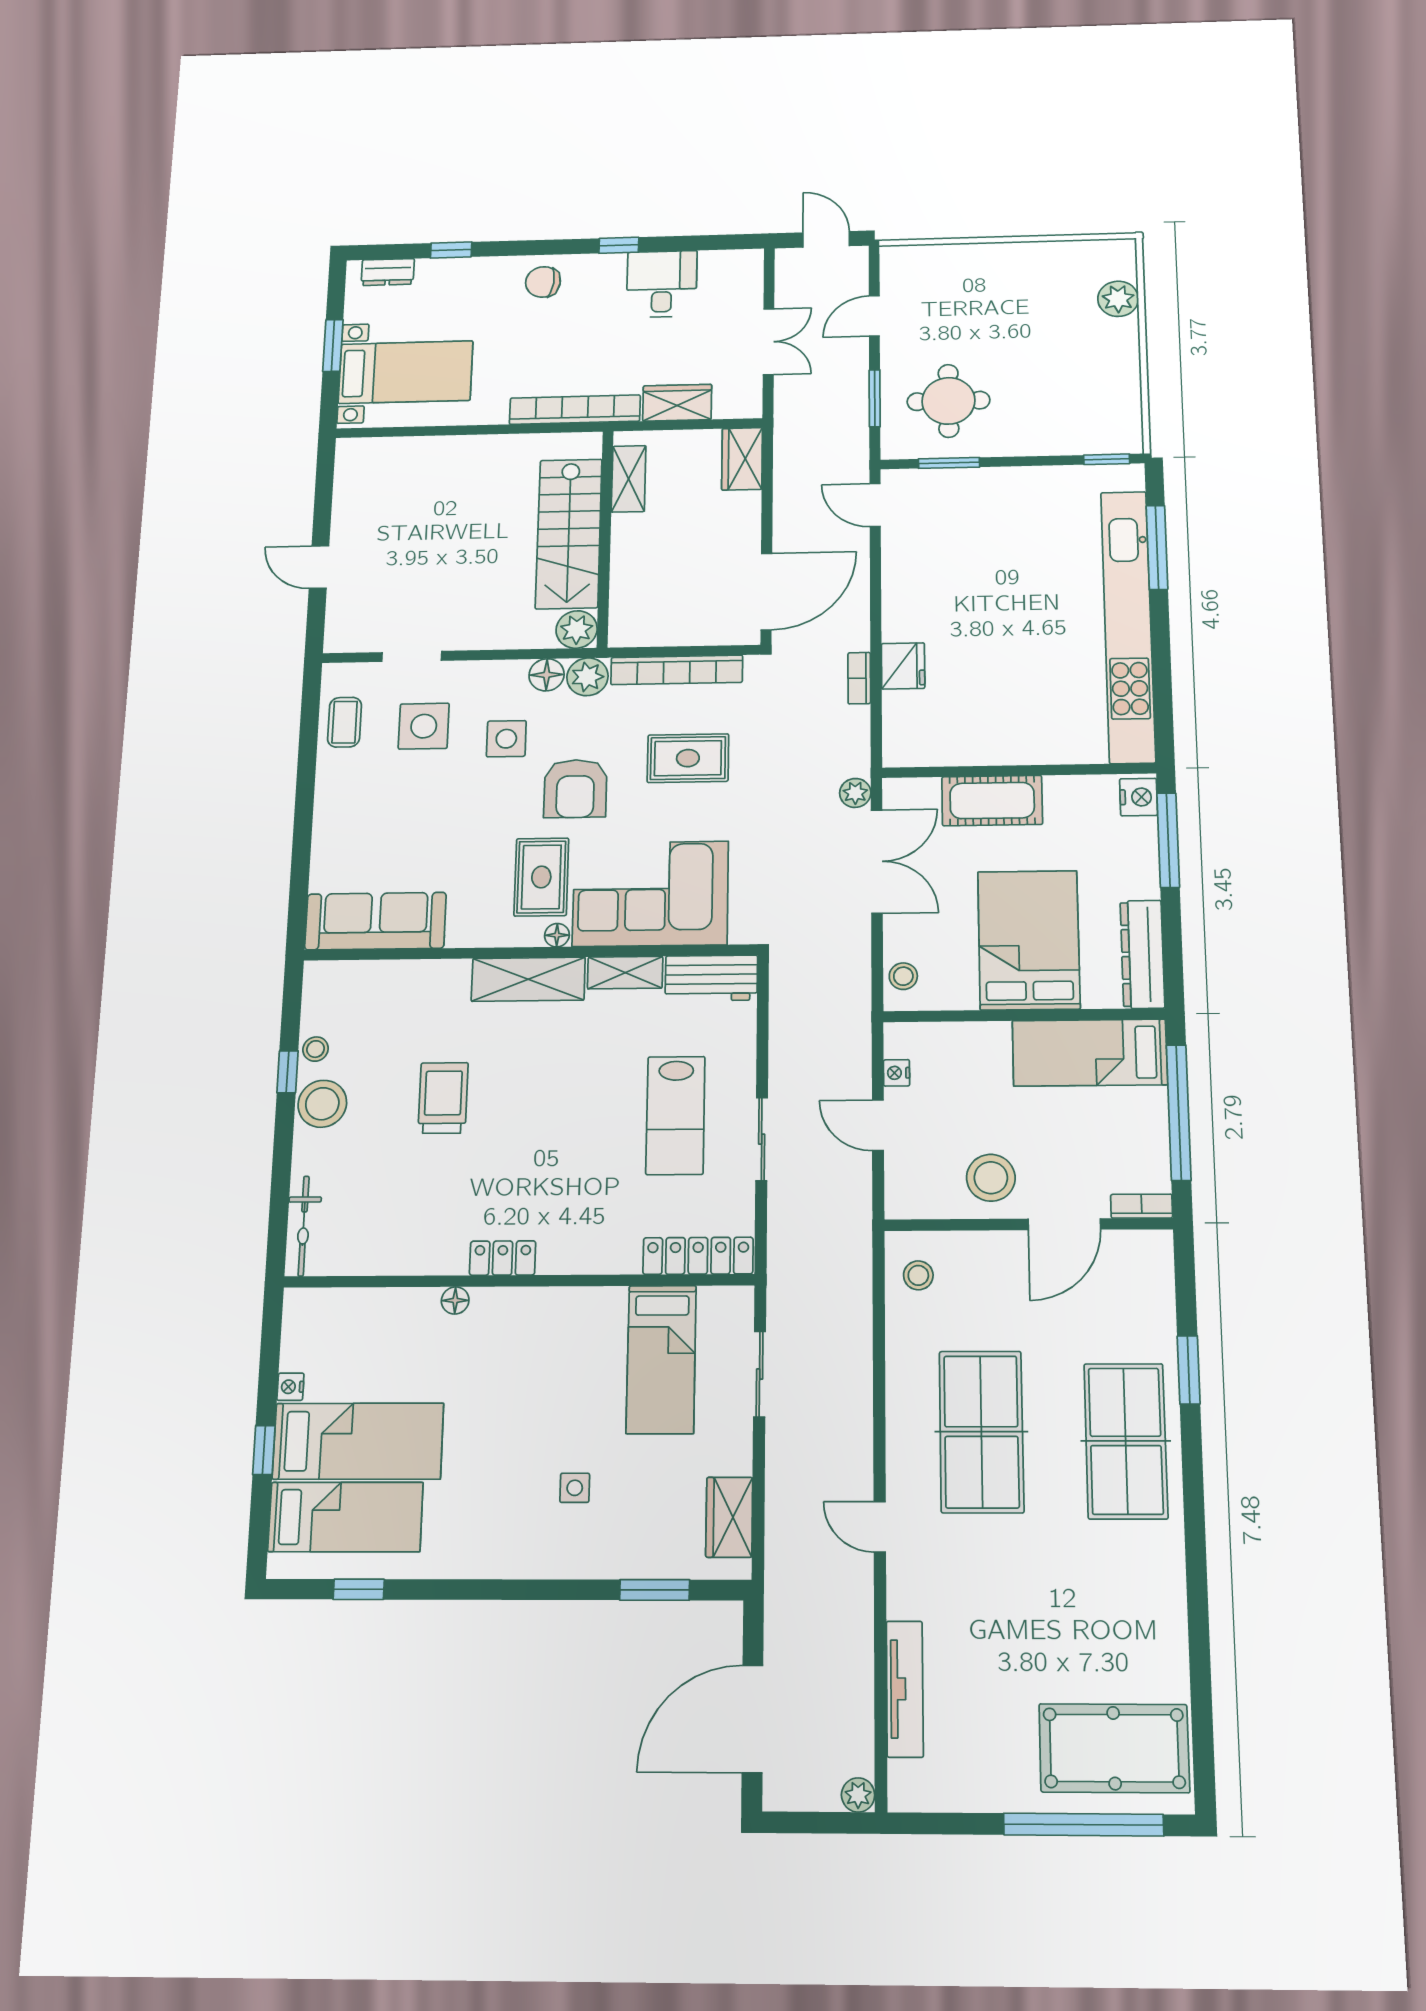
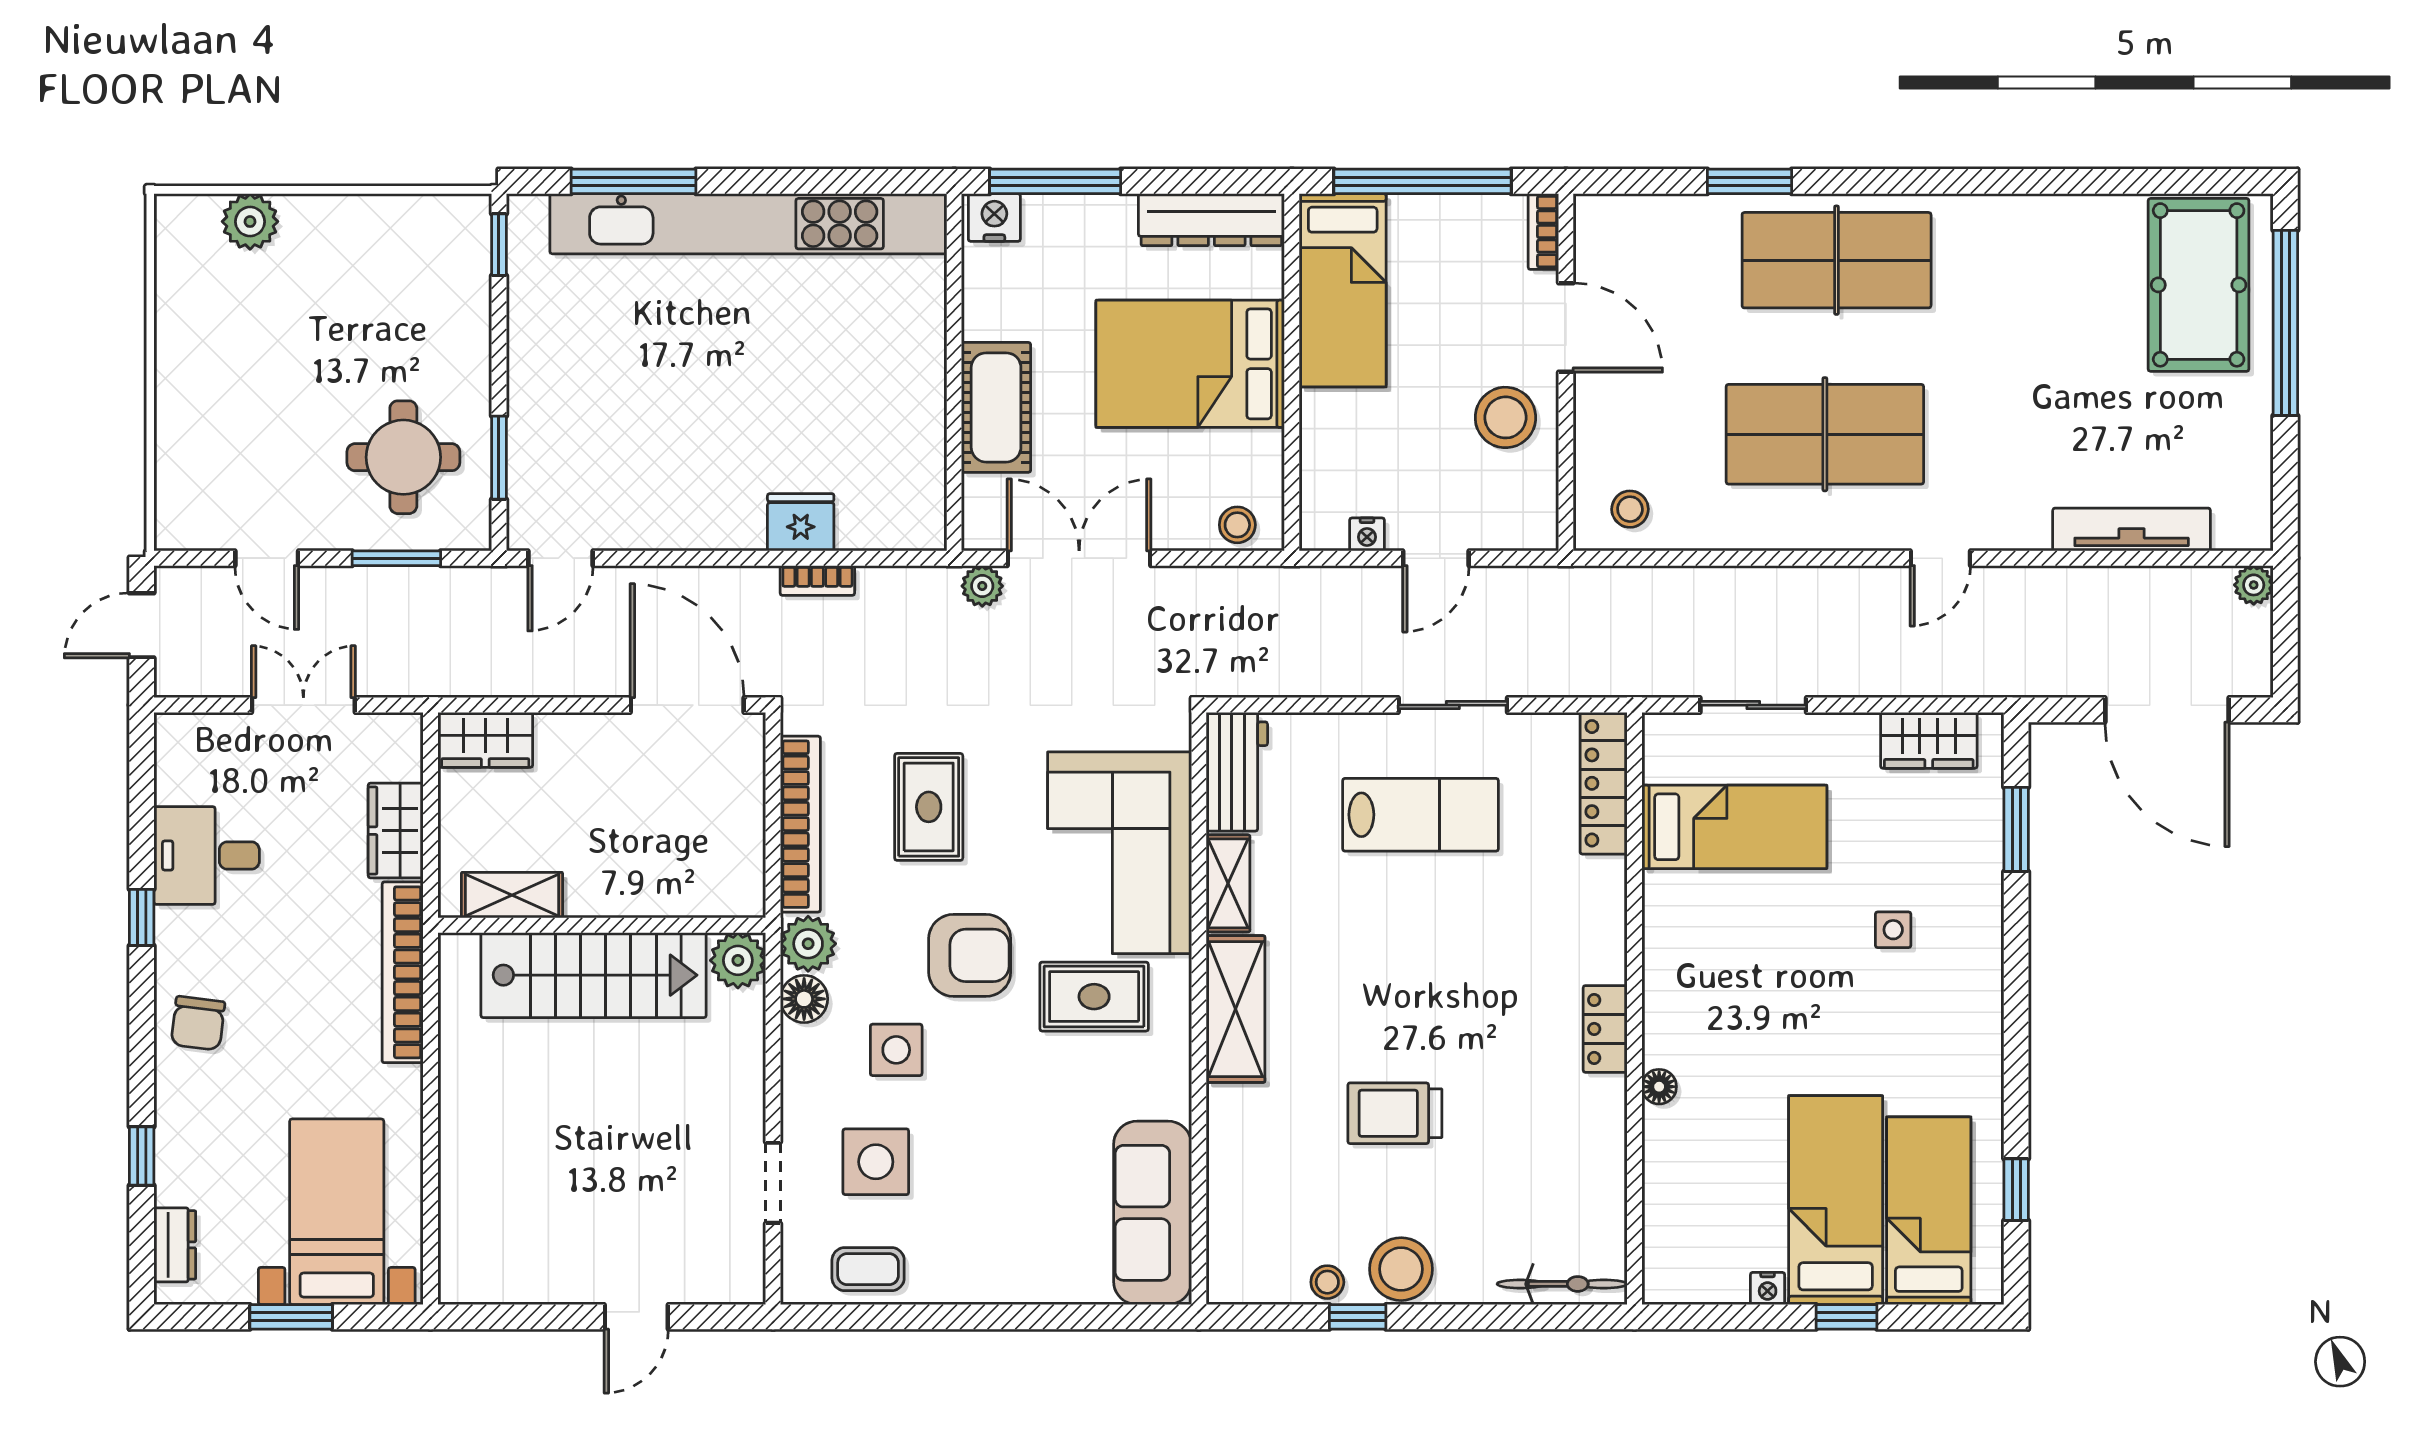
floor lamp: (557, 935) -> (1175, 974), removed

